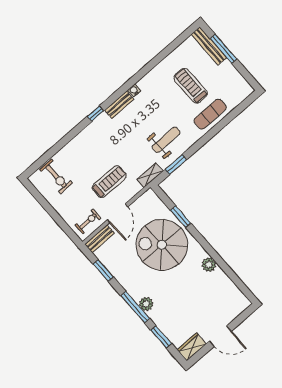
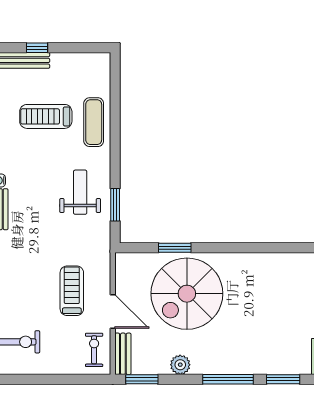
window: (223, 49) -> (37, 48), width x0.46
shelving: (150, 175) -> (103, 242), removed
plant: (209, 265) -> (251, 262), removed
window: (103, 271) -> (142, 379), moved
plant: (146, 304) -> (180, 365), moved

